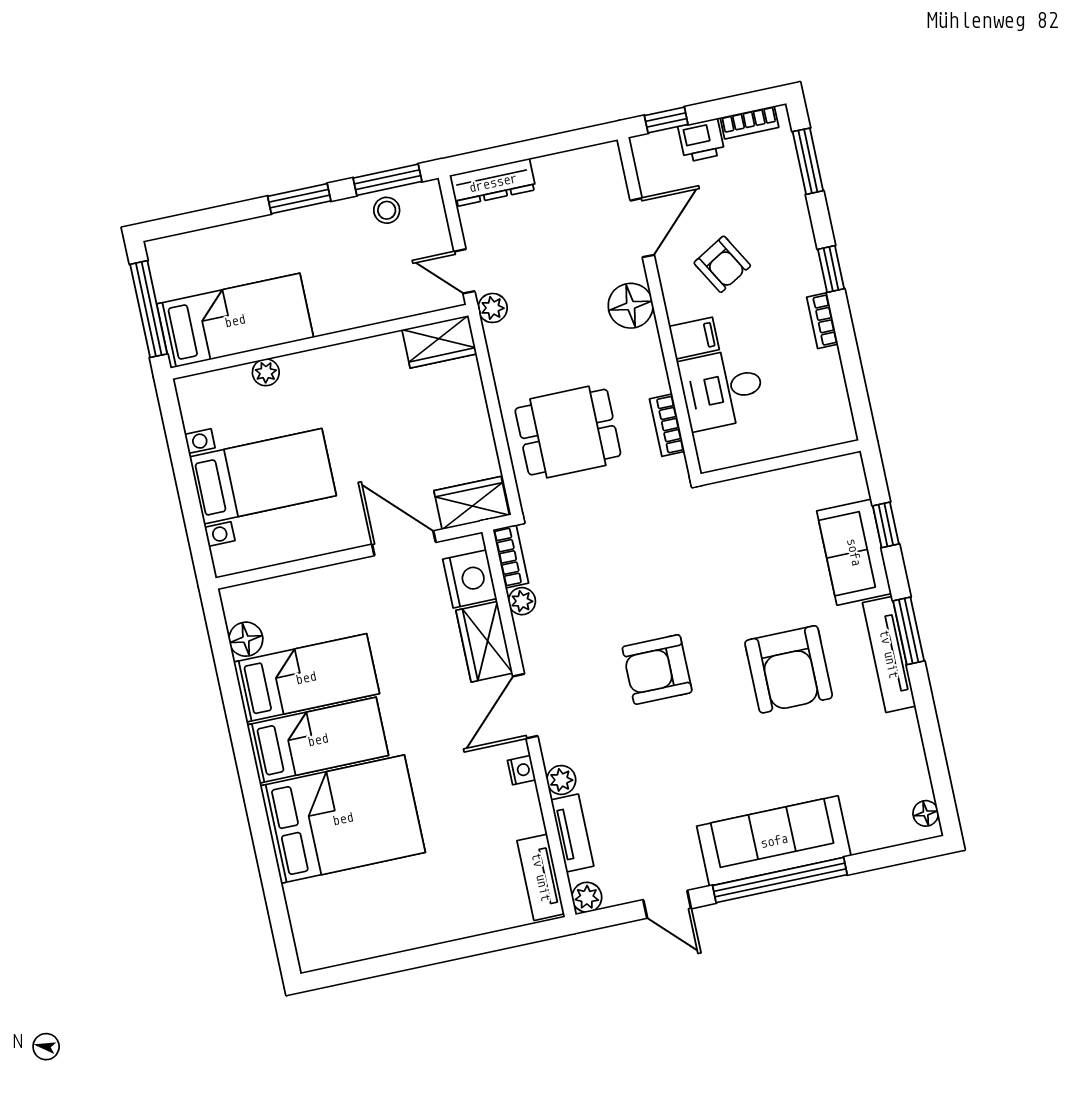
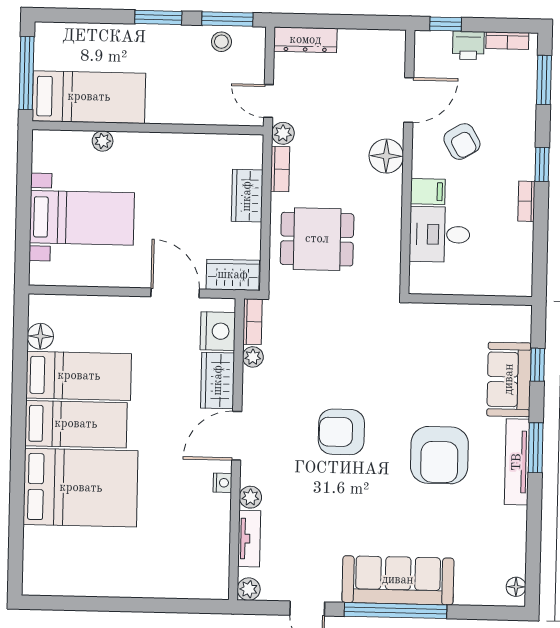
wardrobe: (439, 342) -> (247, 196), moved, turned 90
bookcase: (667, 425) -> (280, 169), moved, turned 180
tv unit: (541, 877) -> (218, 566), removed

